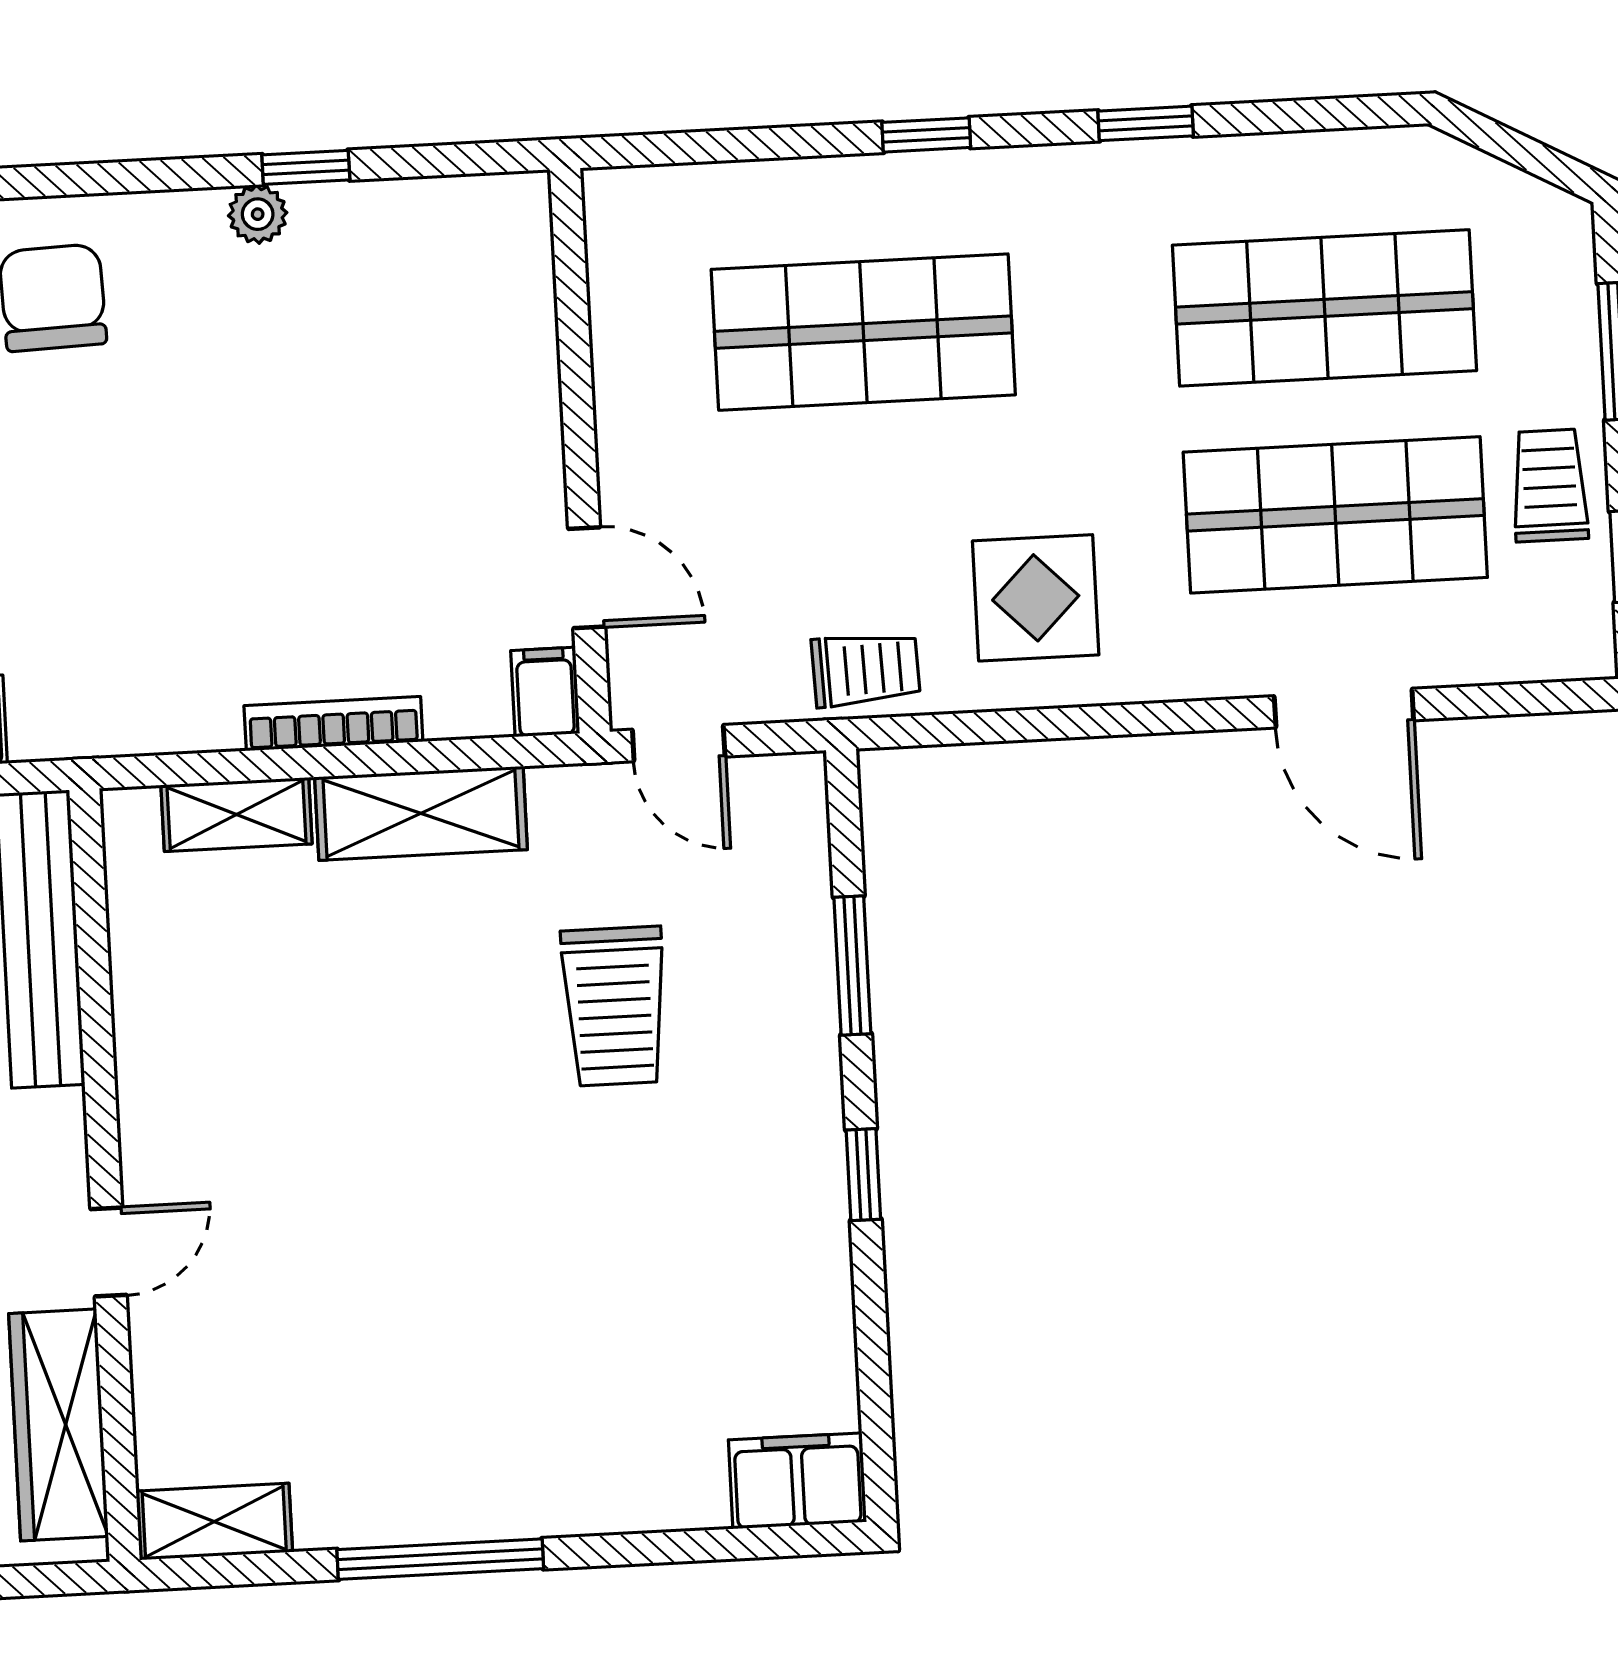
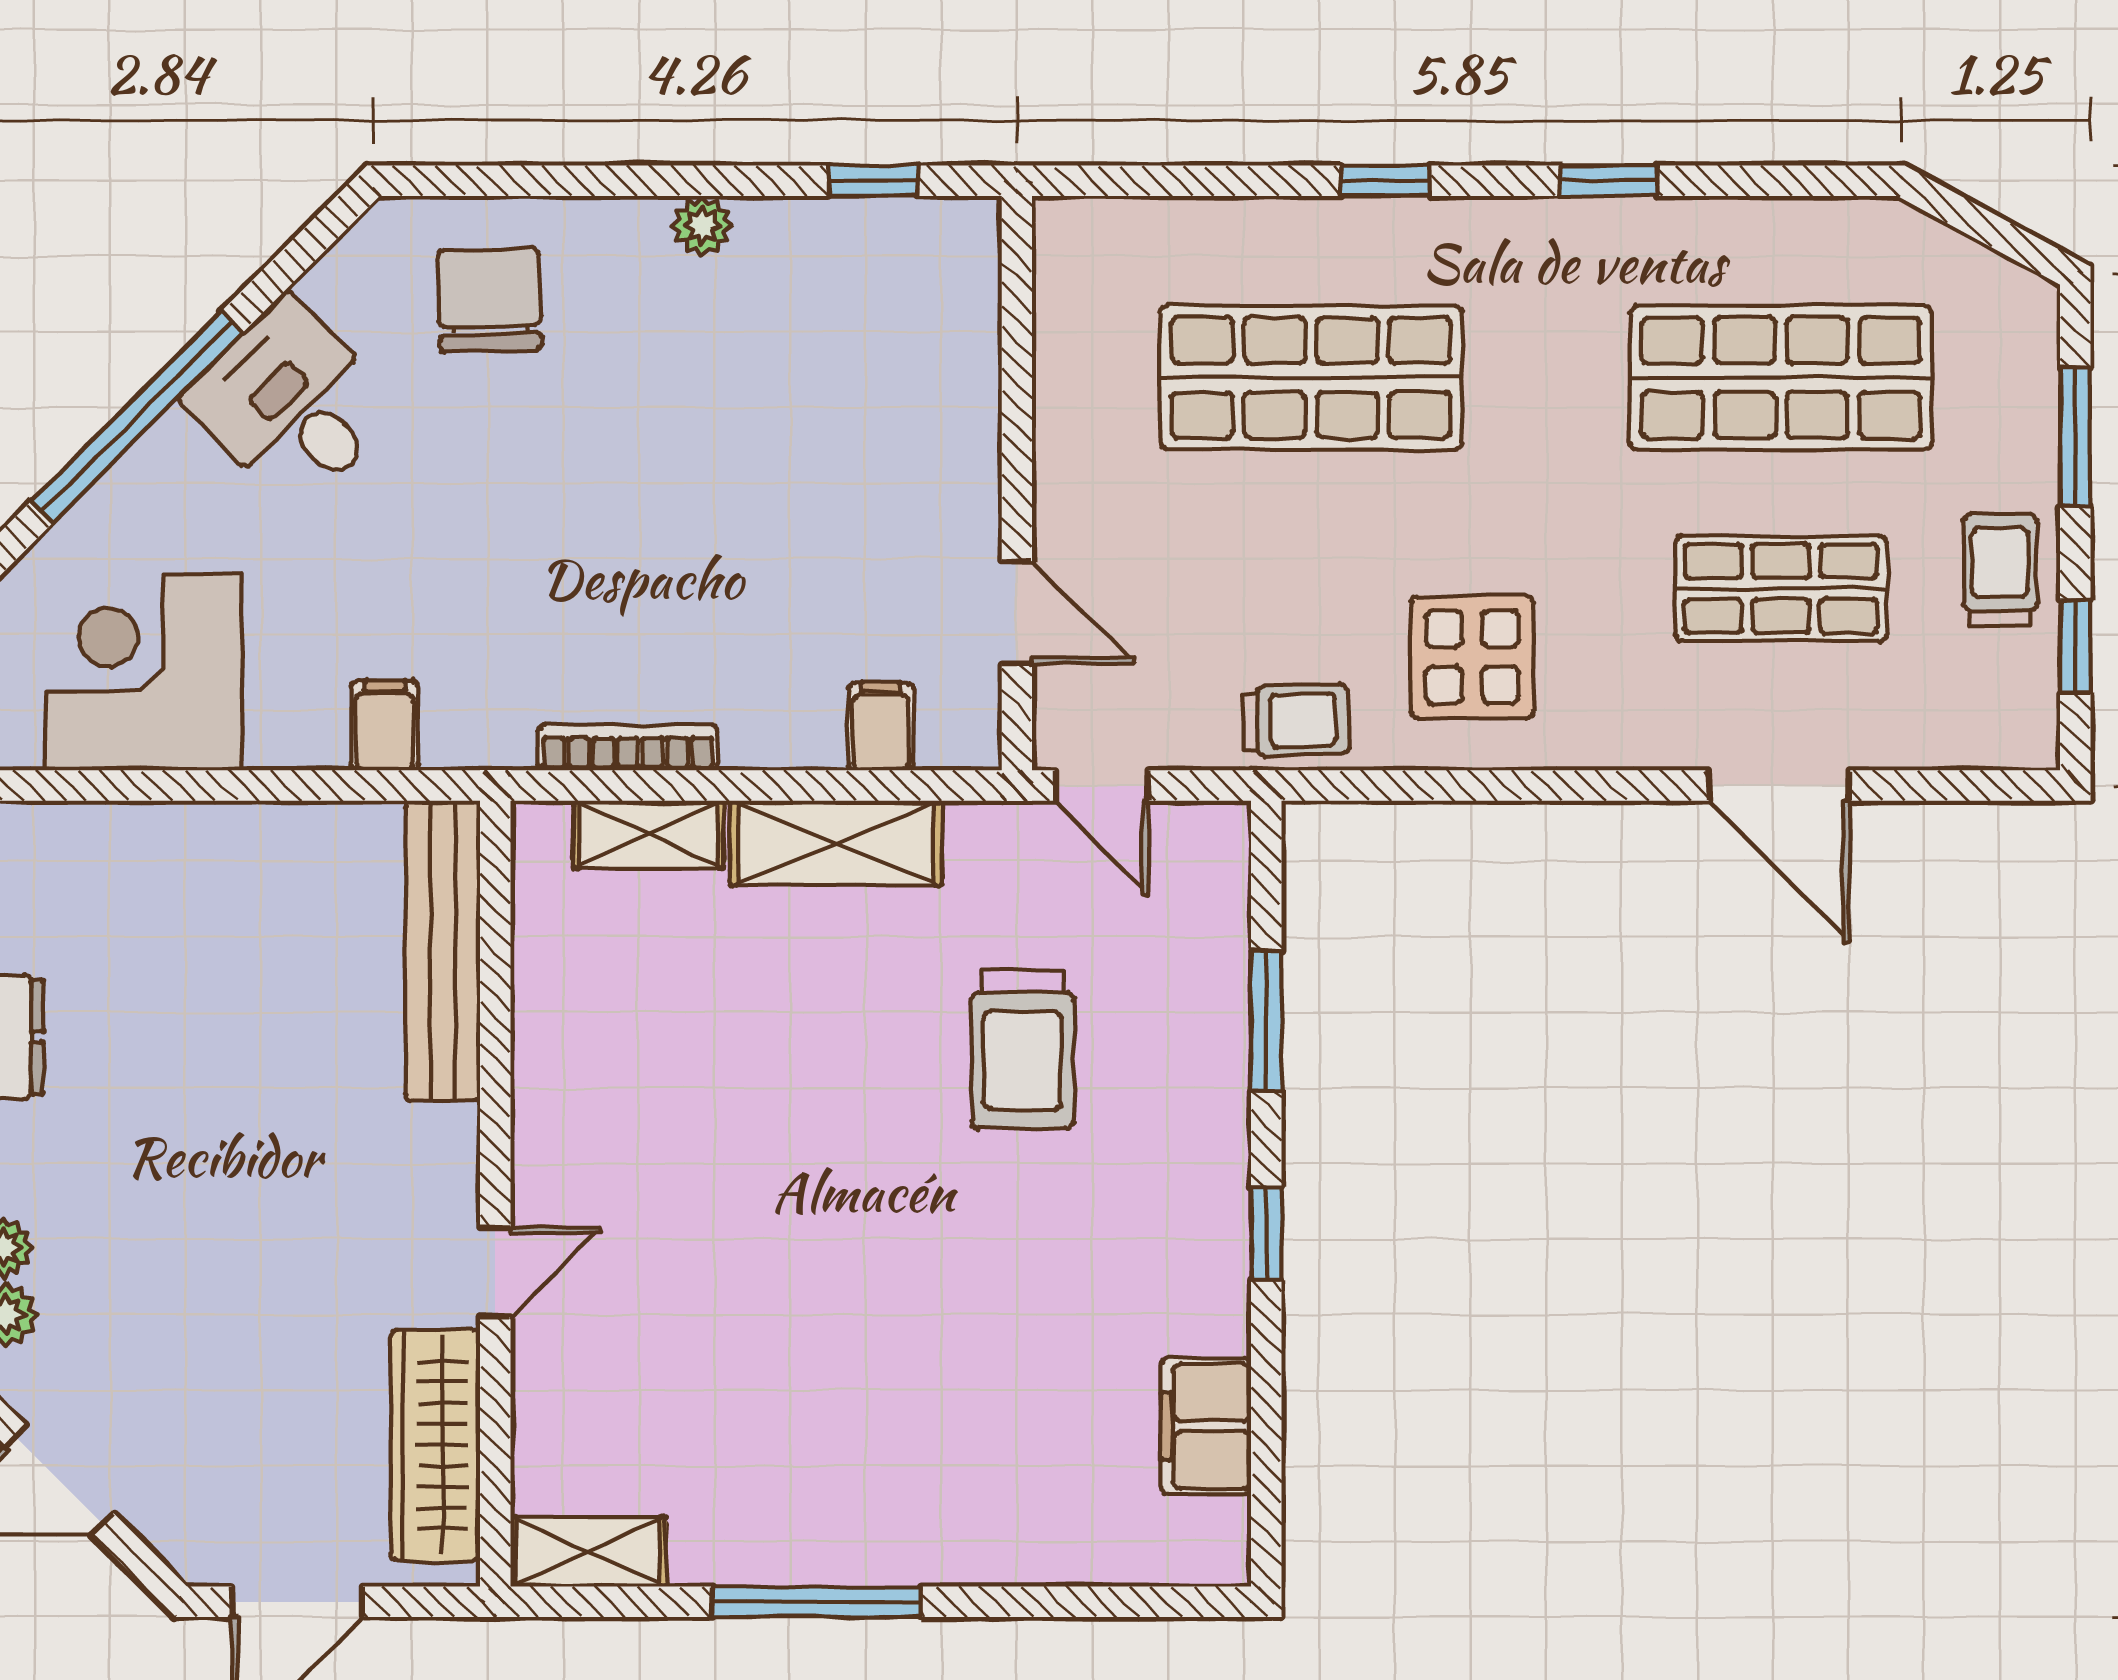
window: (306, 167) -> (873, 181), moved
shop shelf: (1335, 515) -> (1781, 588), width x0.70, depth x0.74
filing cabinet: (545, 692) -> (881, 726), moved
bookcase: (333, 724) -> (628, 747), moved
filing cabinet: (798, 1481) -> (1206, 1426), moved, turned -90

